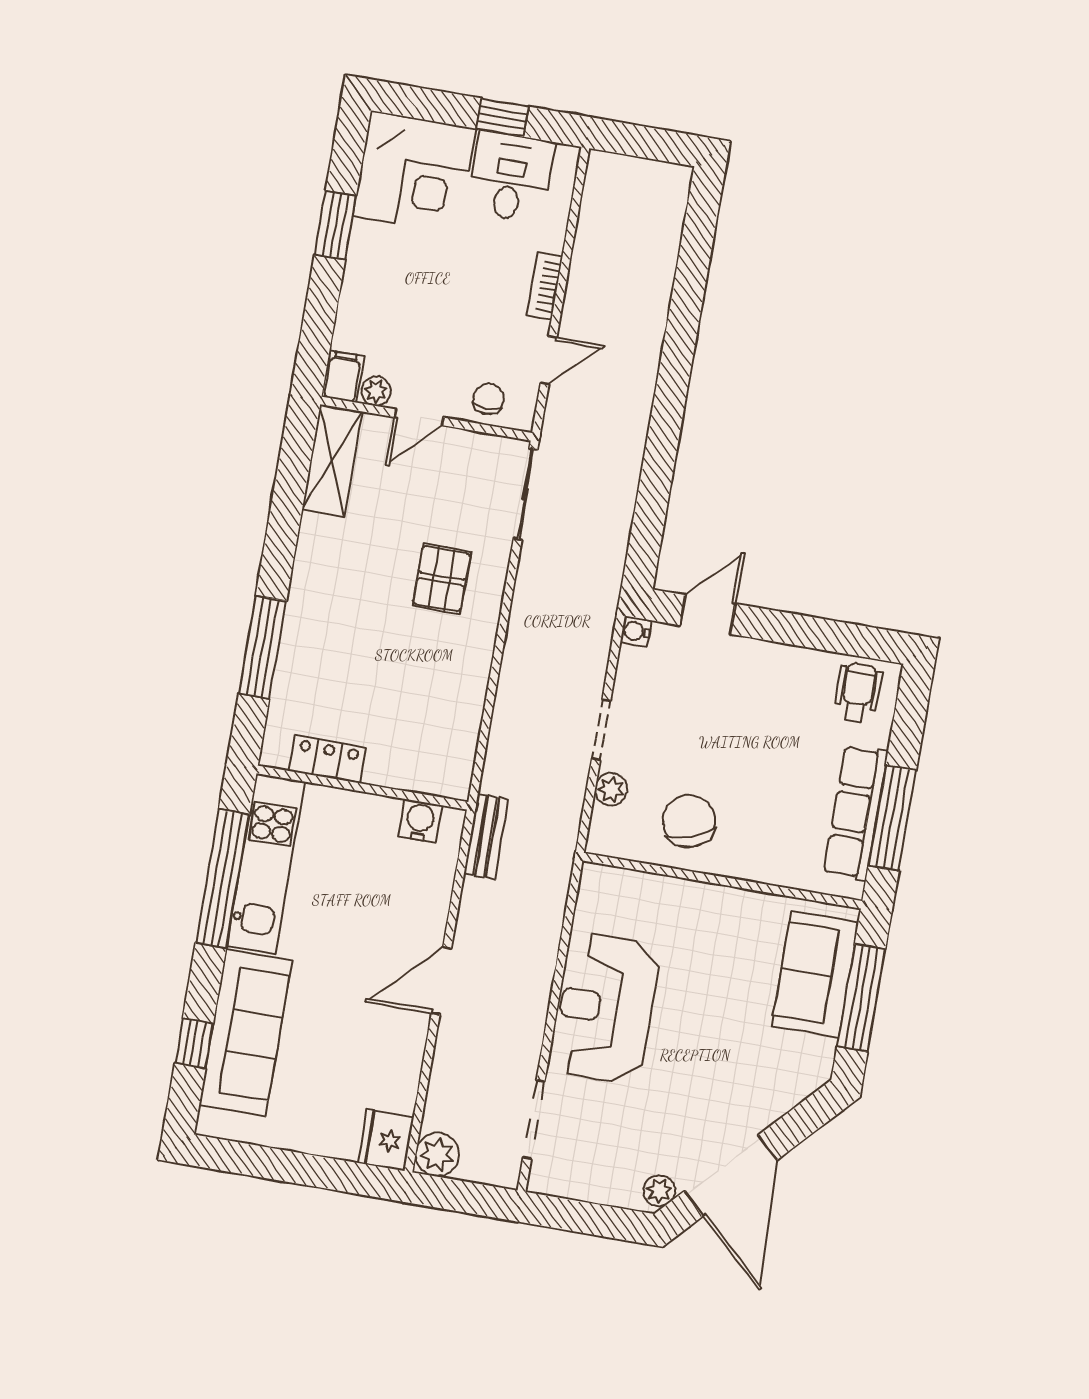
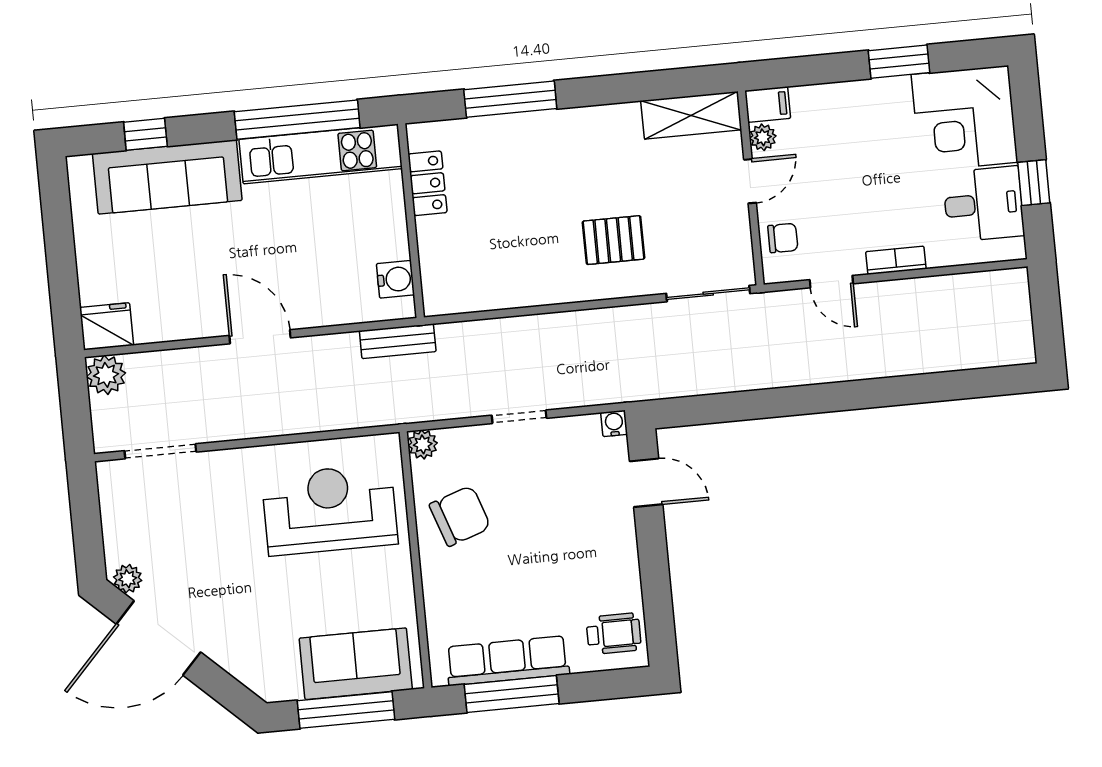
door: (419, 417) -> (750, 181), swing flipped
plant: (611, 789) -> (423, 444), moved
reception desk: (606, 1008) -> (330, 510), moved

